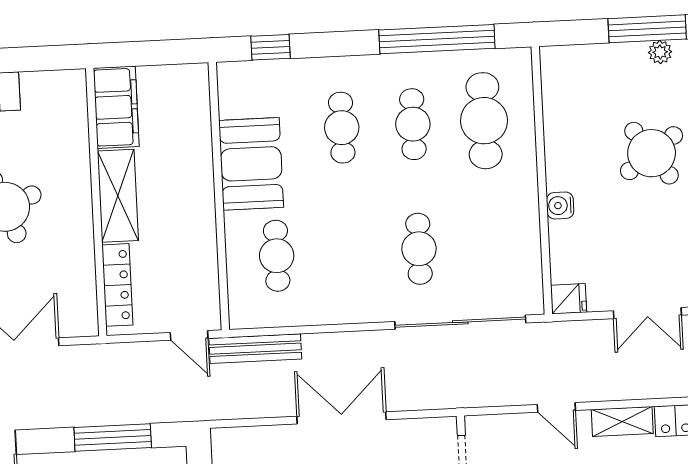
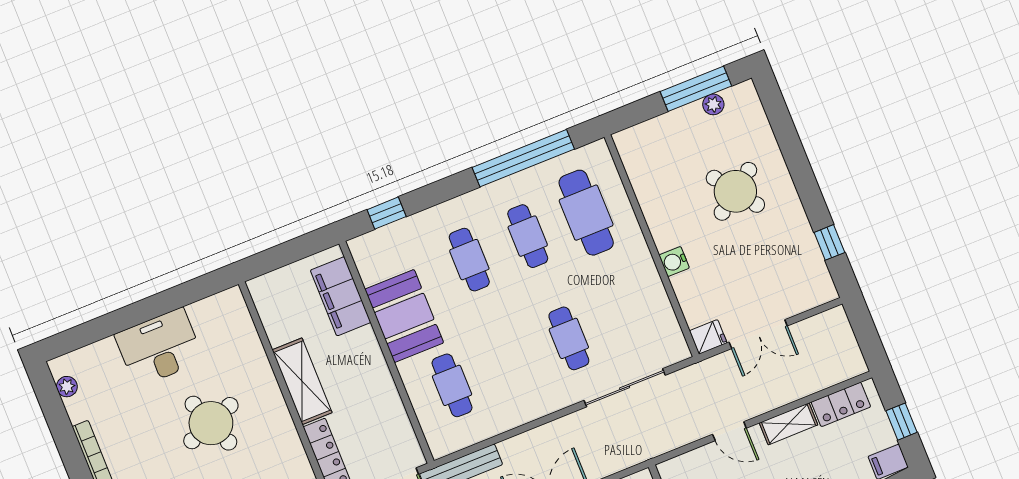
filing cabinet: (116, 107) -> (341, 296), moved, turned 180
double door: (647, 313) -> (758, 334), moved
sliding door: (460, 322) -> (625, 388), width x0.73

